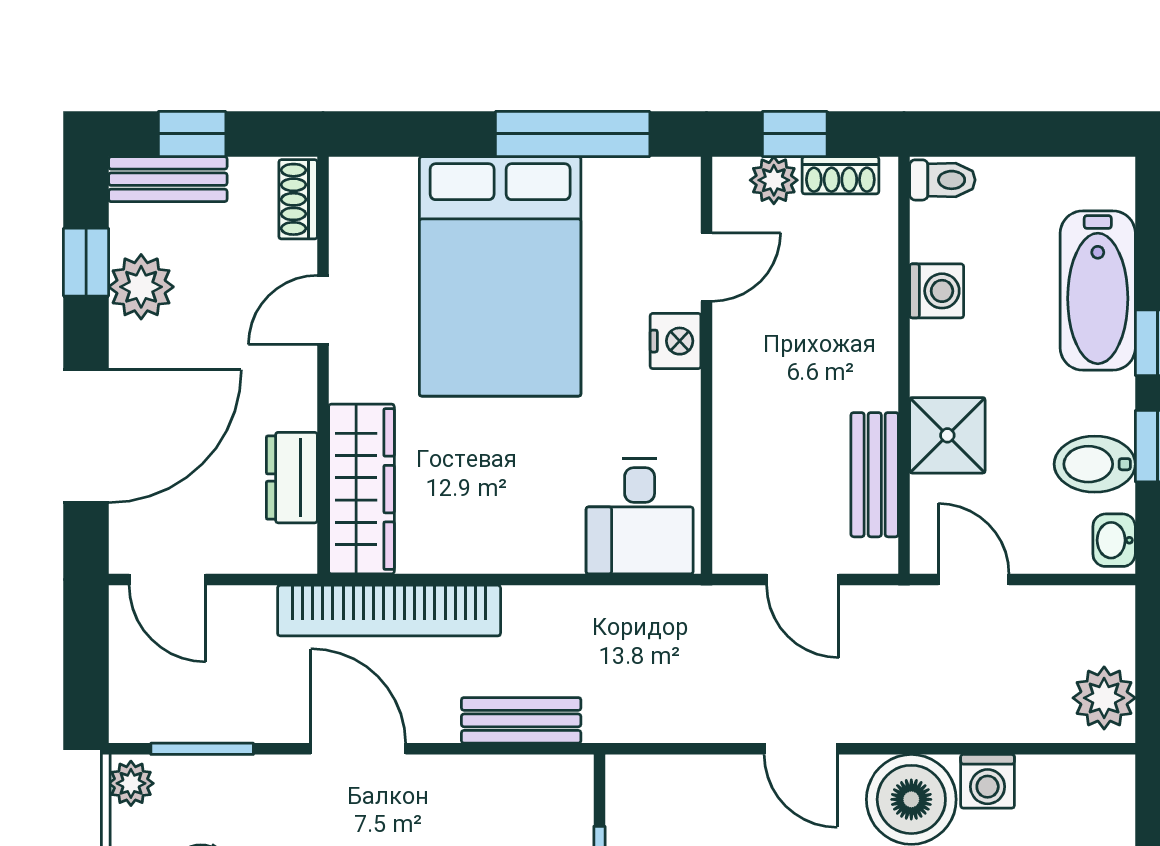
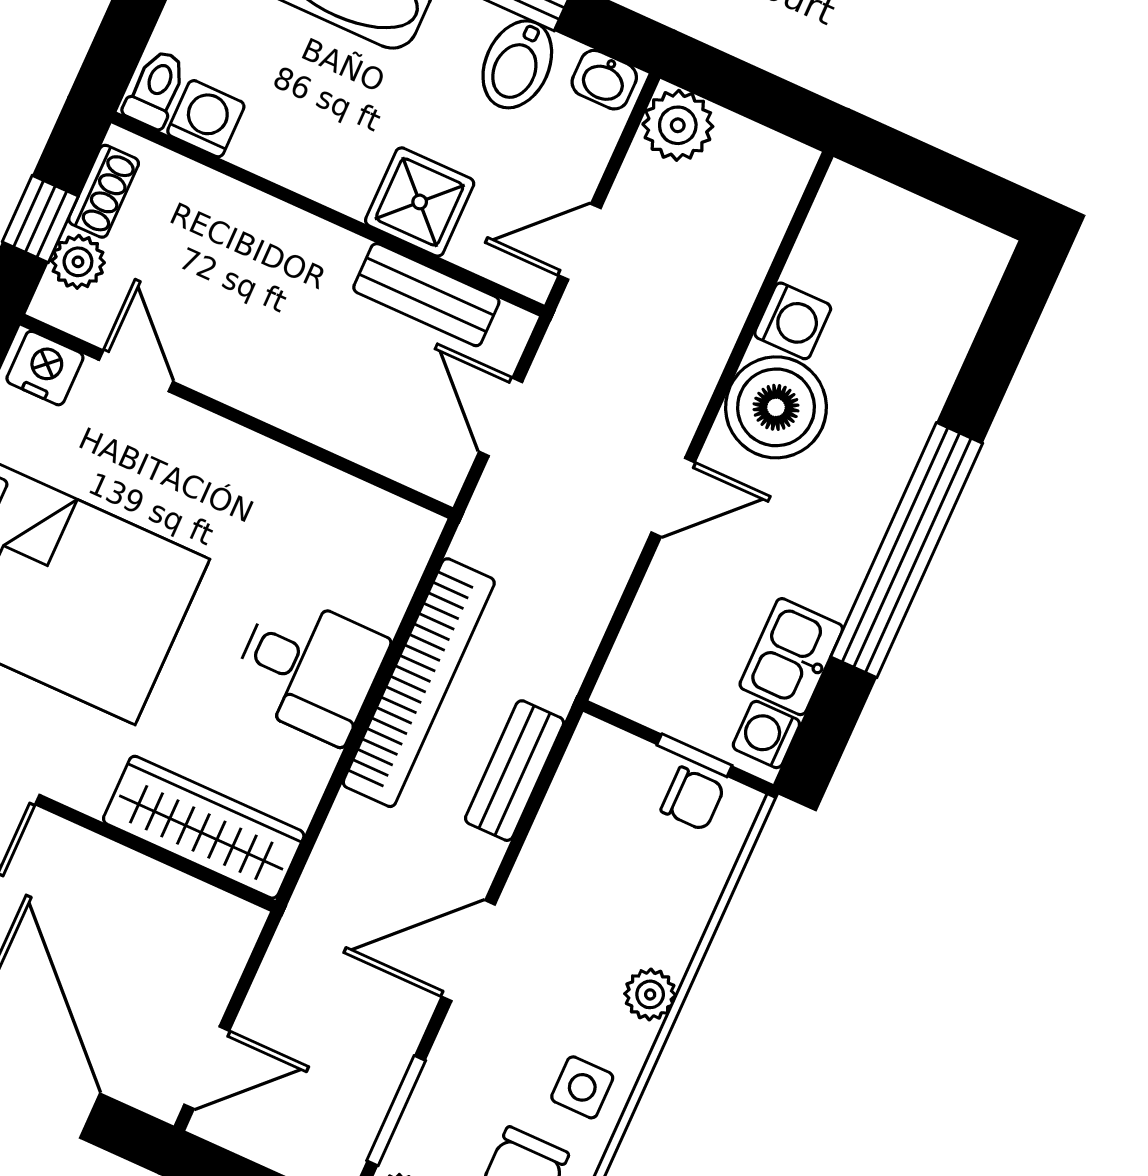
washing machine: (937, 291) -> (206, 119), moved
nightstand: (676, 341) -> (45, 368), moved
dresser: (292, 478) -> (160, 893), removed
desk: (640, 516) -> (309, 668), moved
door: (803, 580) -> (501, 417), swing flipped
bookcase: (389, 611) -> (419, 683), moved
plant: (1104, 698) -> (678, 125), moved

